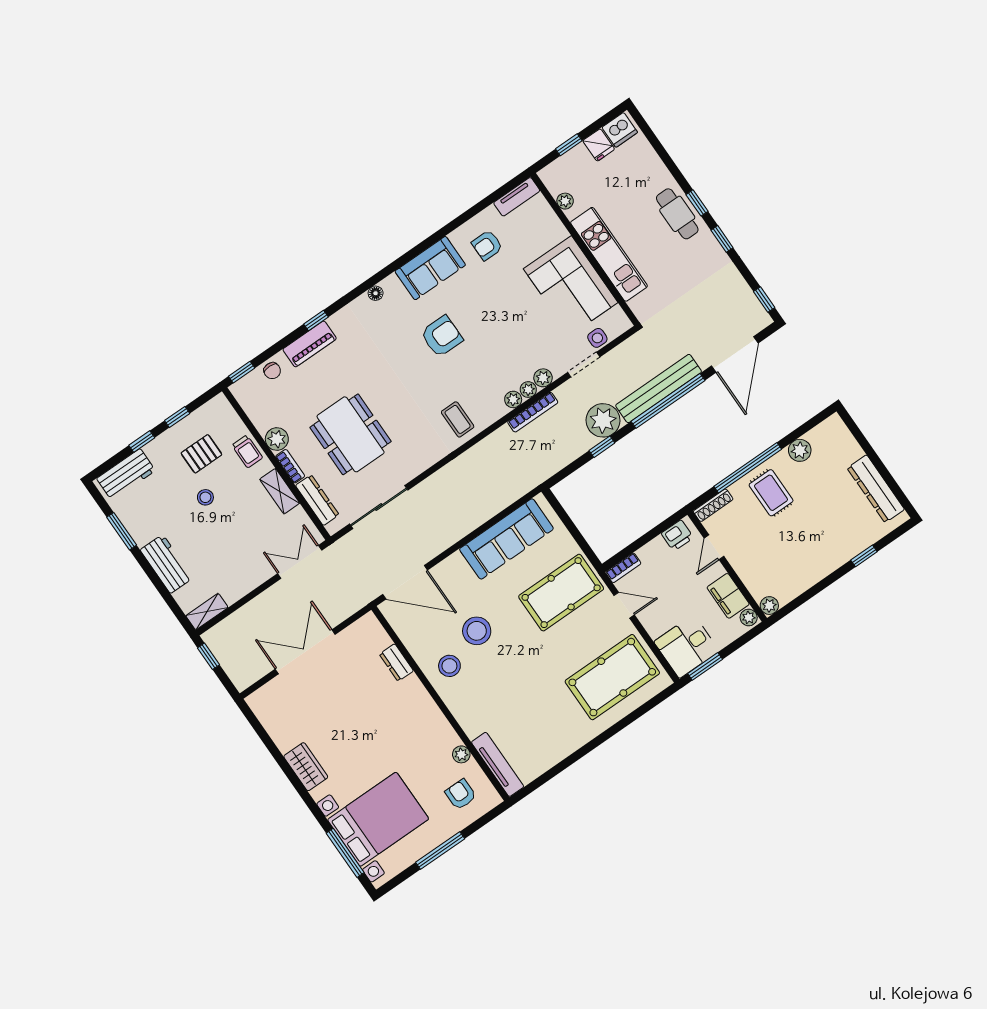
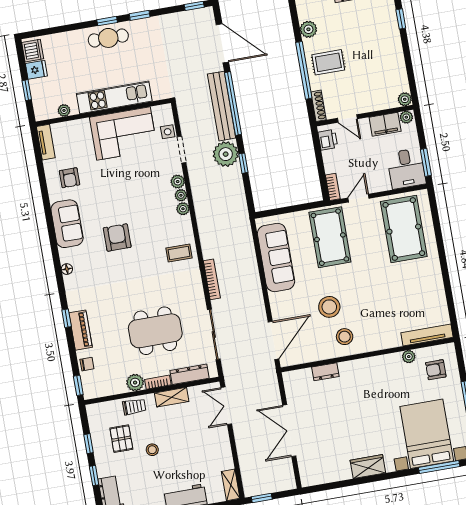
bookcase: (533, 412) -> (212, 279), moved

